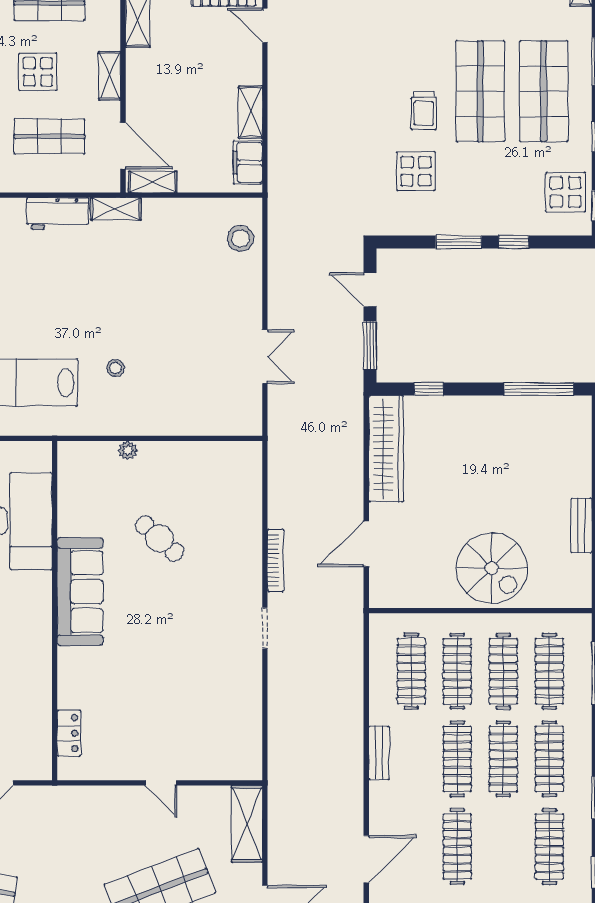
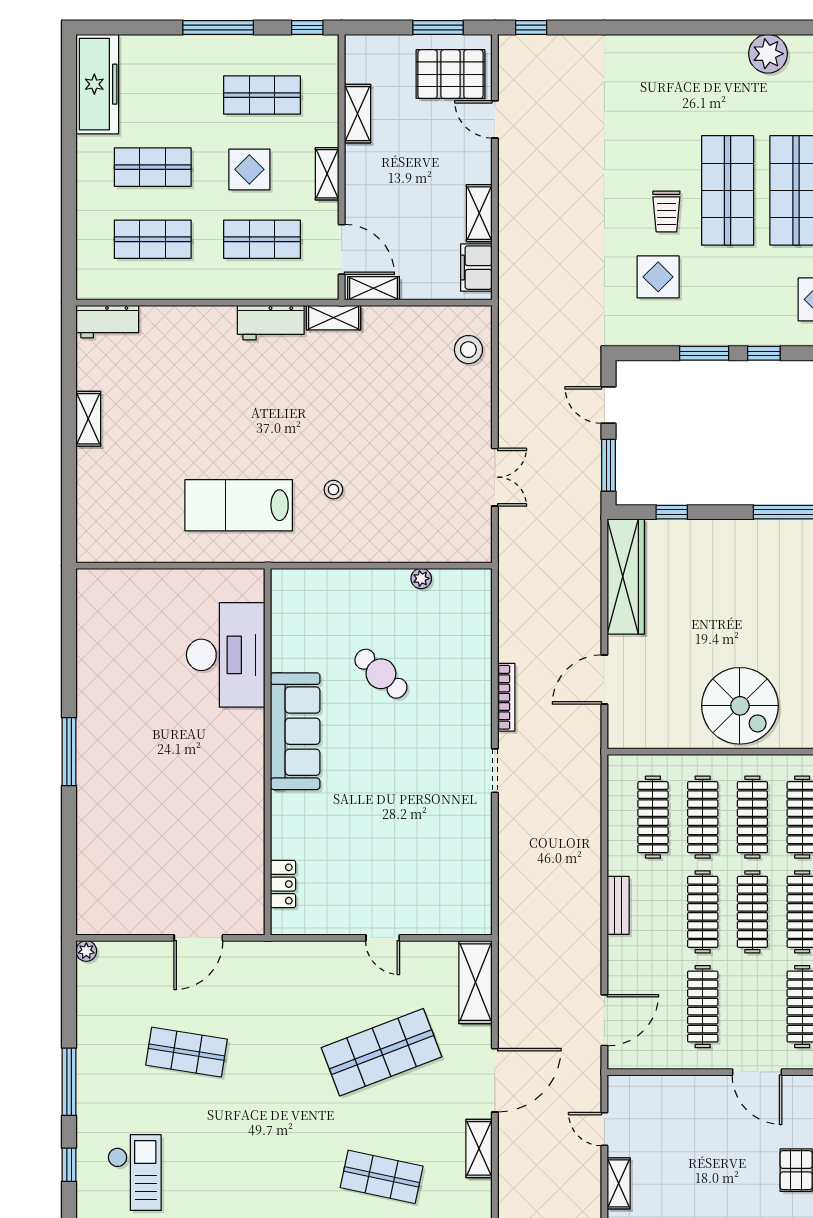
plant: (128, 450) -> (421, 578), moved

